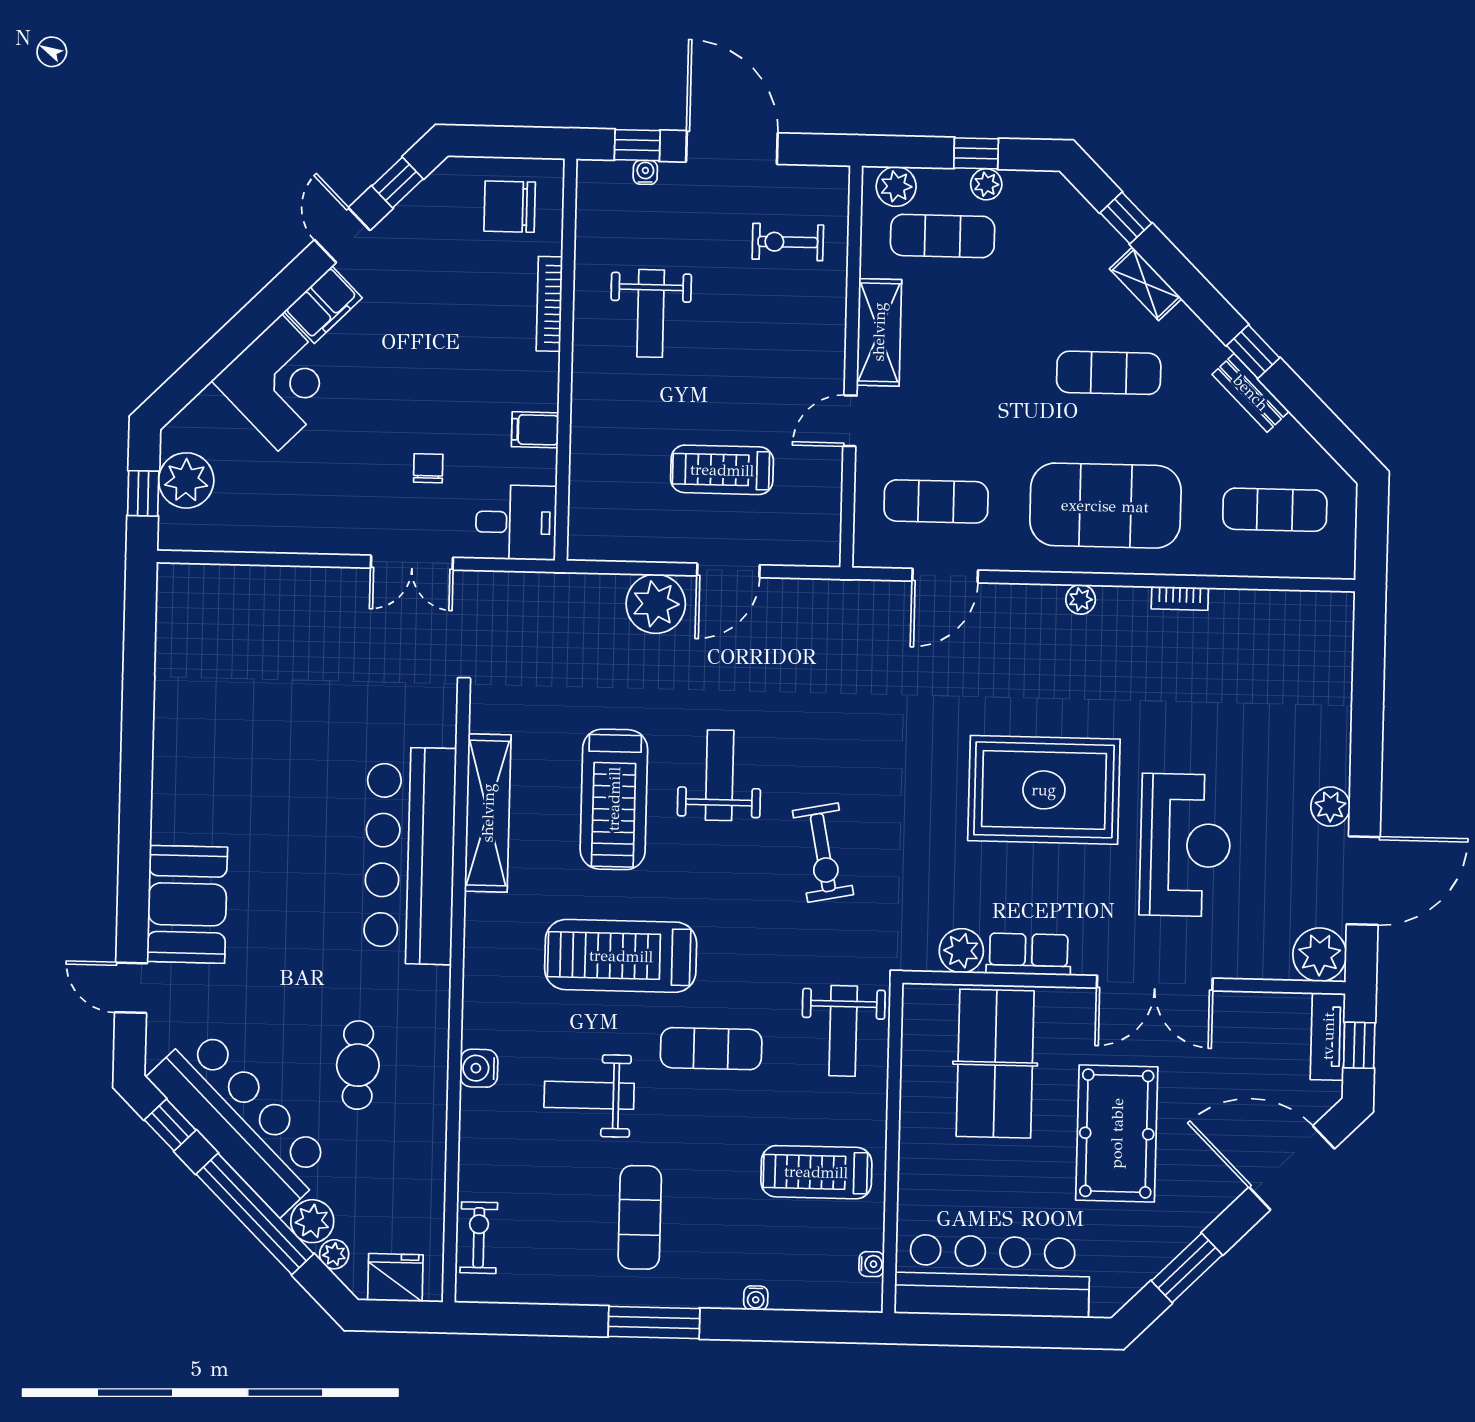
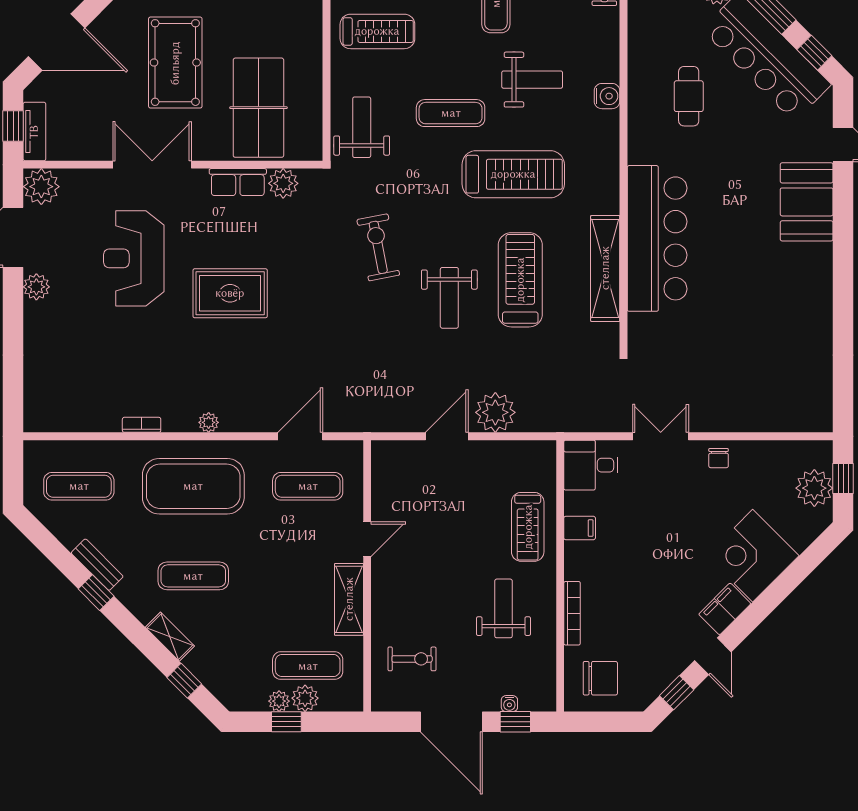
plant: (896, 186) -> (305, 698), moved
chair: (428, 468) -> (719, 458), moved
treadmill: (722, 470) -> (528, 527), moved, turned 90
rug: (1044, 790) -> (230, 293), width x0.73, depth x0.69

